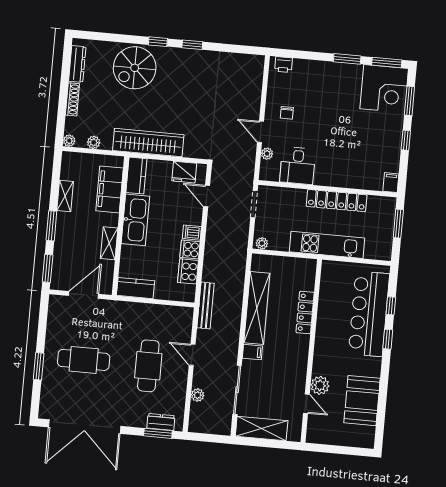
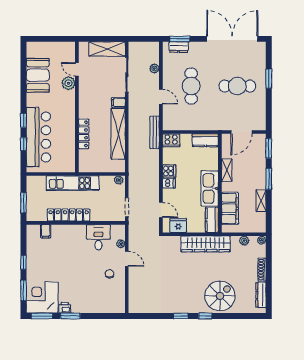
printer: (283, 65) -> (65, 308), moved
filing cabinet: (391, 183) -> (46, 231), moved
cooker: (188, 271) -> (171, 140), moved, turned 90

